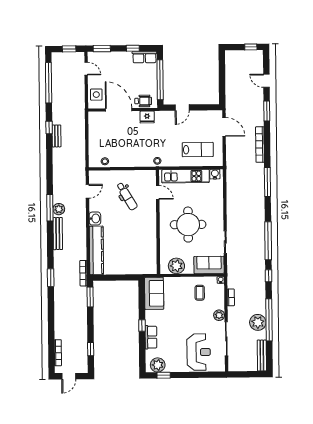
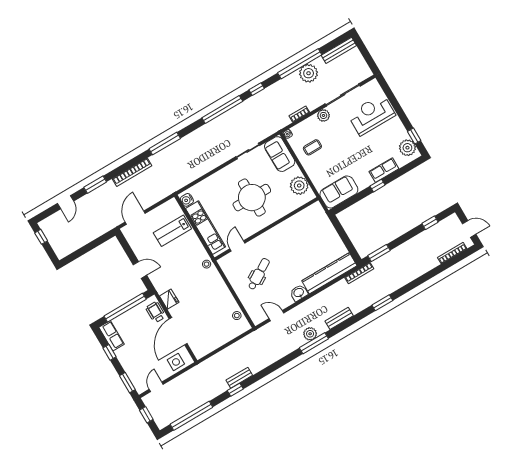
lab bench: (198, 150) -> (172, 231), turned -90
bench: (58, 234) -> (339, 318), width x0.73

